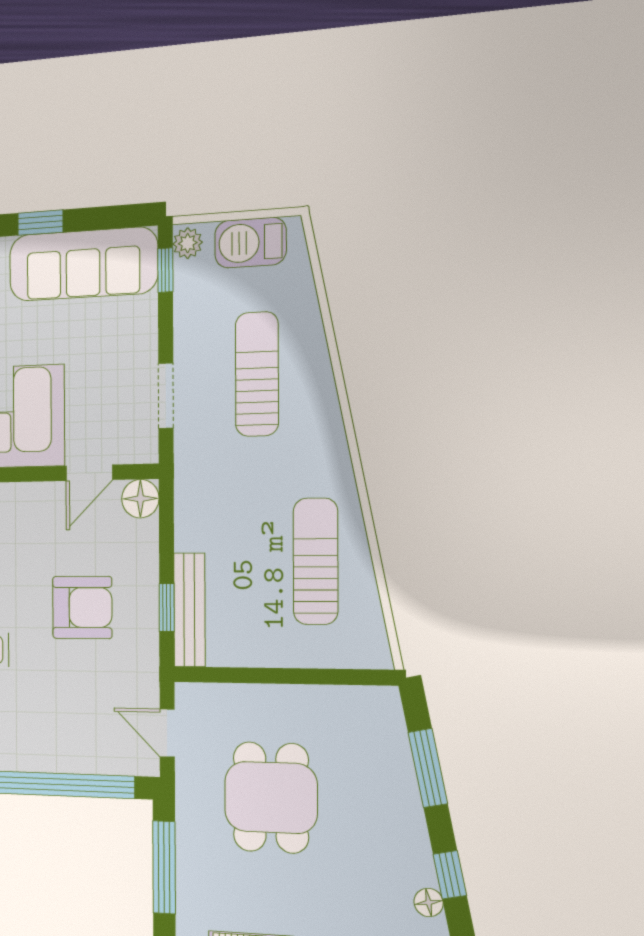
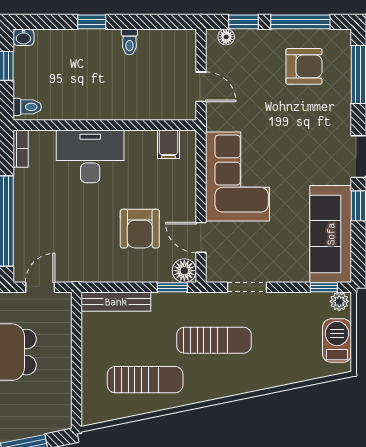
sun lounger: (257, 374) -> (214, 340), moved
armchair: (82, 607) -> (140, 229), moved
window: (167, 608) -> (172, 287), moved

